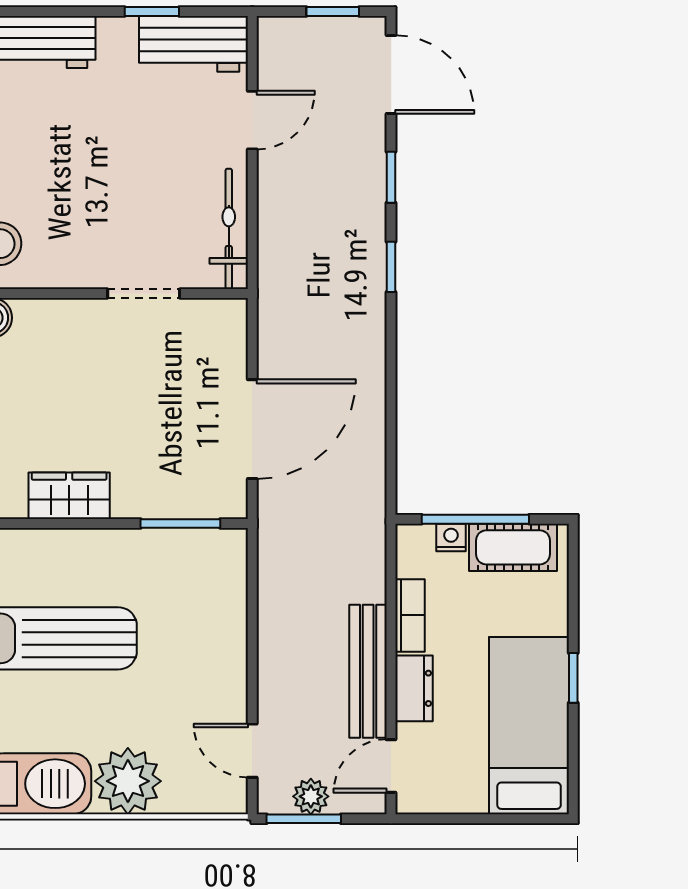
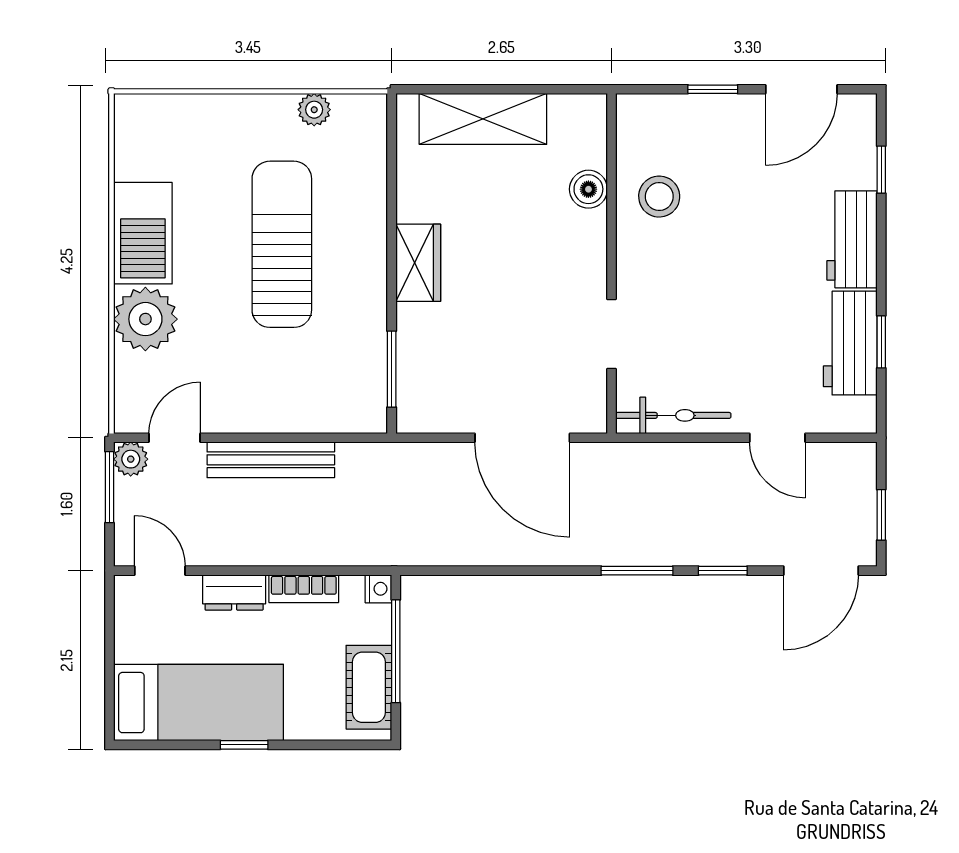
workbench: (194, 44) -> (850, 343), moved
window: (391, 267) -> (637, 571), width x1.50
door: (252, 429) -> (522, 438), moved
nightstand: (451, 537) -> (378, 589), moved
bench: (368, 671) -> (271, 460), moved
plant: (311, 796) -> (131, 459), moved

